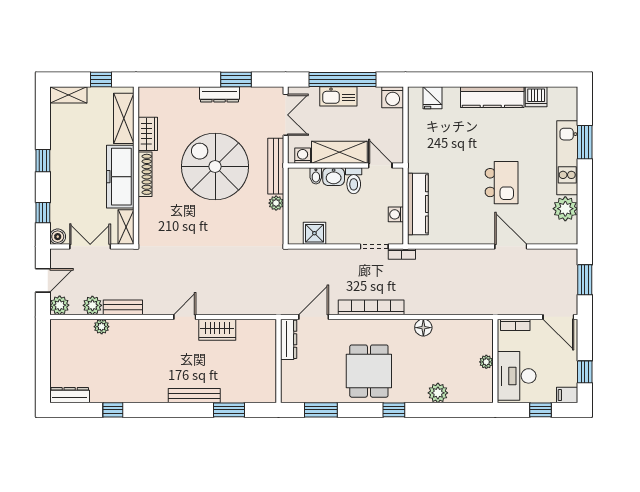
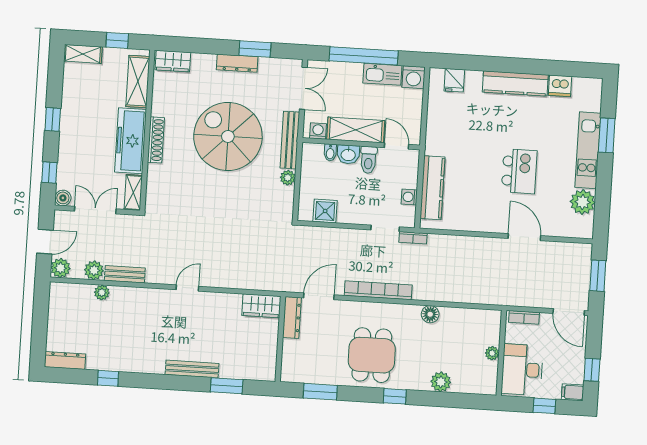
kitchen sink: (338, 96) -> (382, 74), moved
wardrobe: (148, 134) -> (173, 61), moved, turned 90
wardrobe: (217, 330) -> (261, 306), moved

